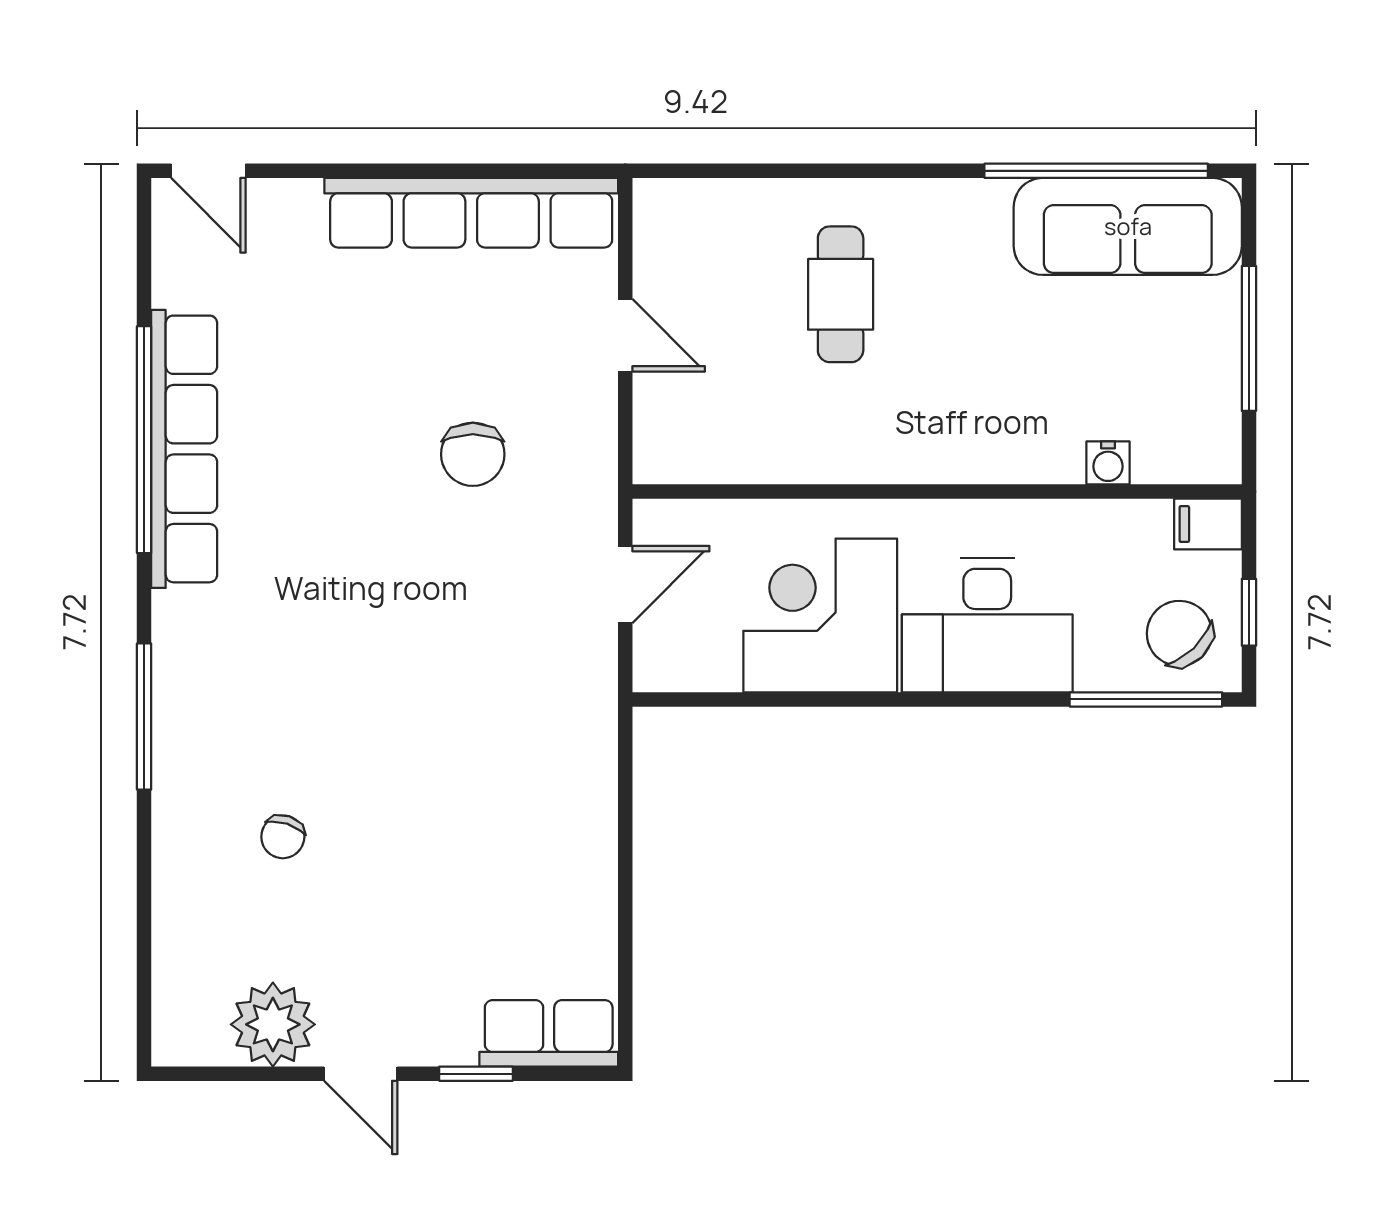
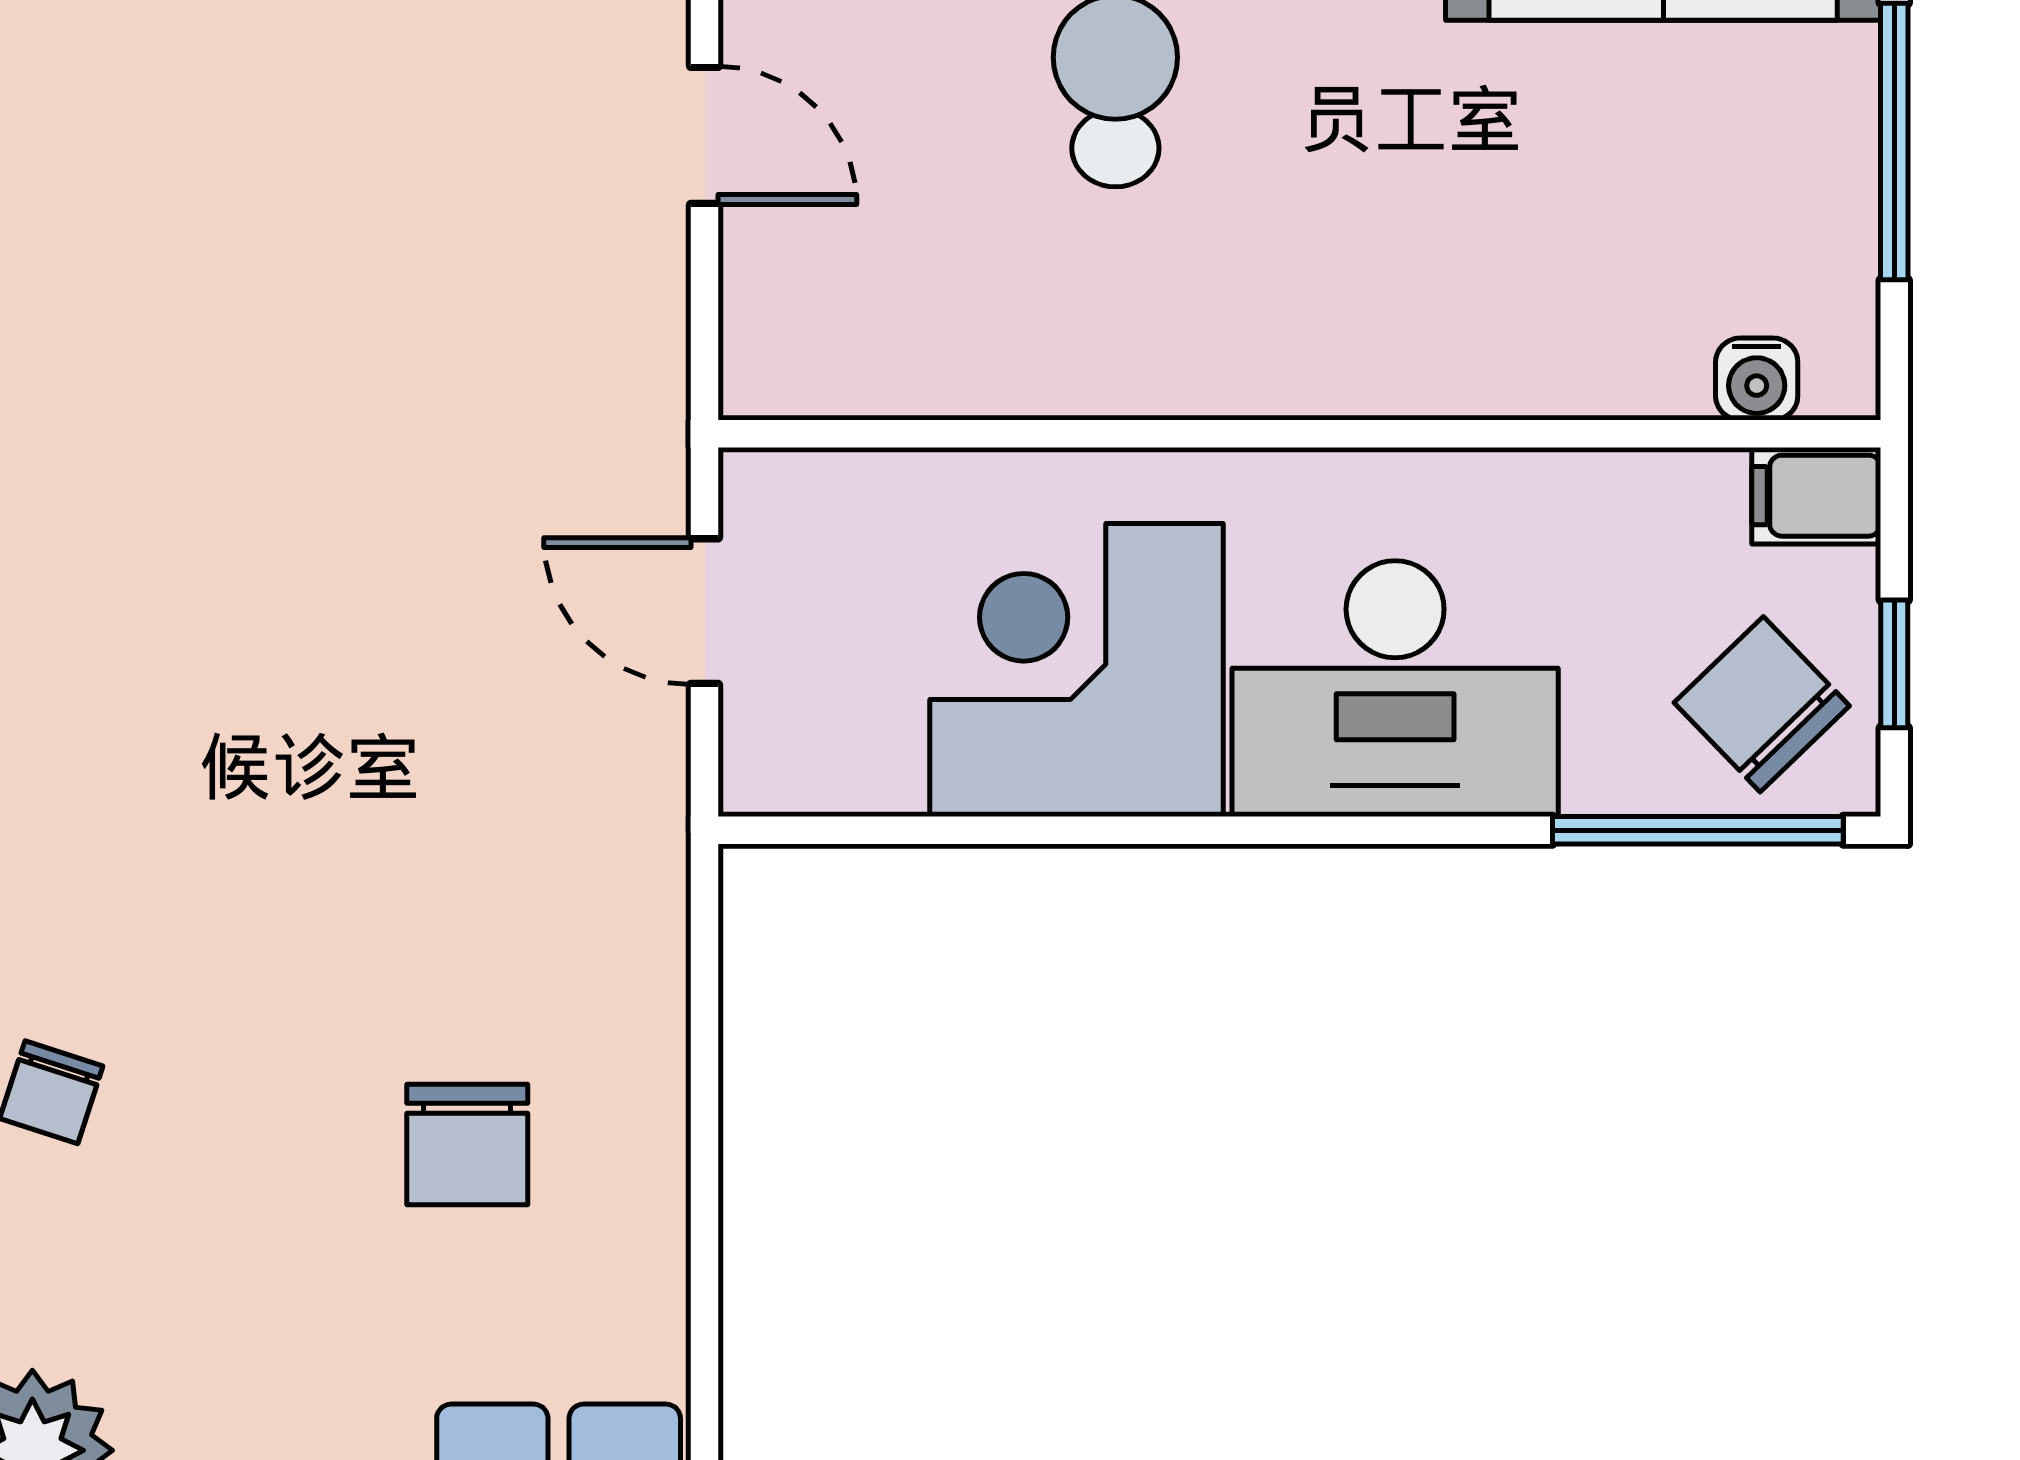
chair: (473, 454) -> (467, 1144), moved
water cooler: (1108, 463) -> (1757, 379), moved
door: (625, 585) -> (705, 611), swing flipped

